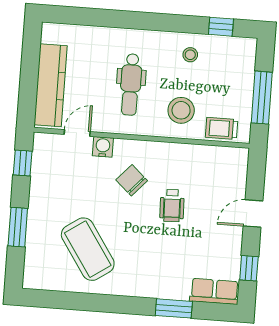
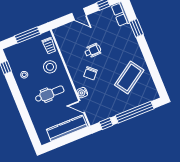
window: (18, 227) -> (135, 112), width x2.11

